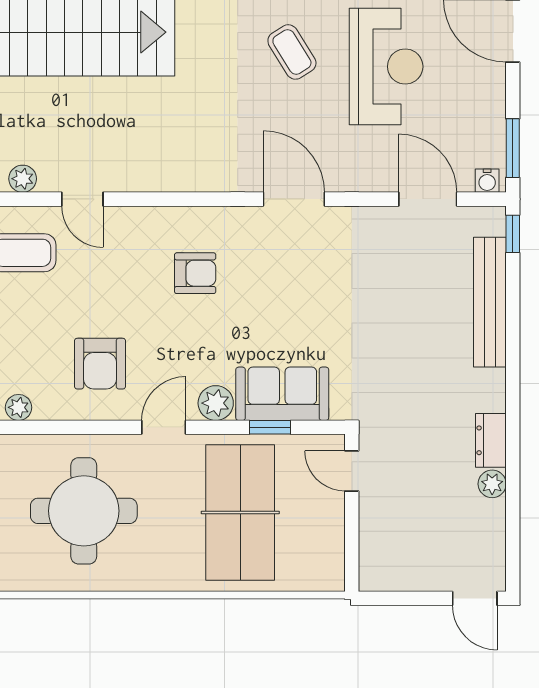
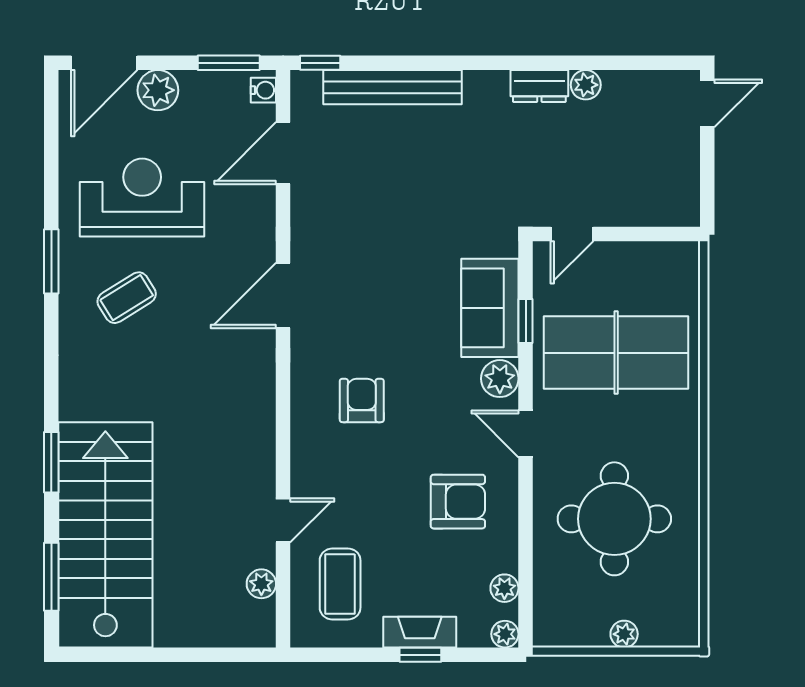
plant: (487, 81) -> (158, 90), added

